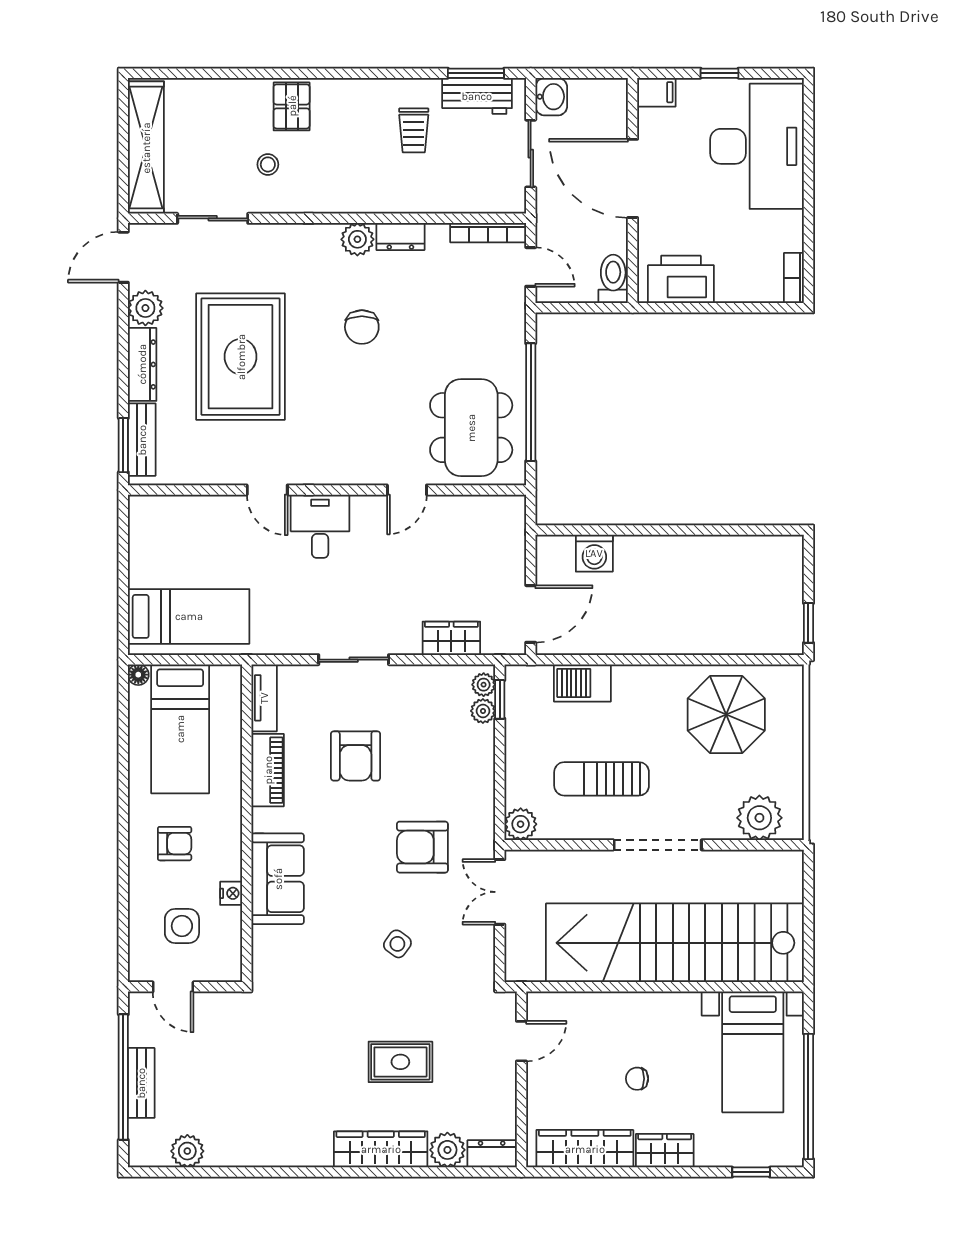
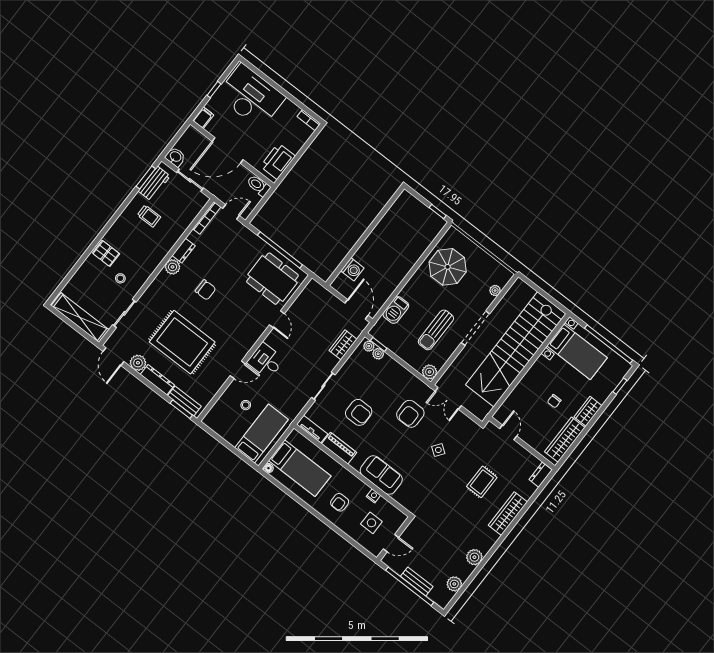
stool: (217, 551) -> (246, 405), added
plant: (759, 818) -> (495, 291), width x0.53, depth x0.53
armchair: (175, 844) -> (340, 502), turned 180
plant: (447, 1150) -> (474, 557), moved

